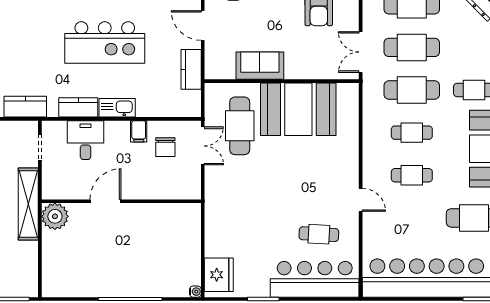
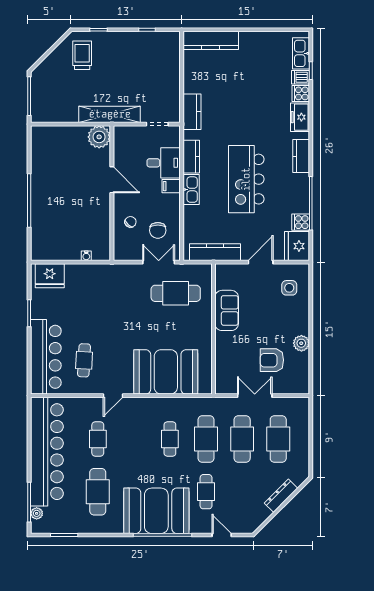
double door: (361, 52) -> (255, 396), moved
kitchen counter: (191, 69) -> (215, 252), width x1.50
booth: (298, 109) -> (166, 372), moved, turned 90
filing cabinet: (139, 131) -> (171, 186), moved
double door: (203, 146) -> (159, 262), swing flipped
chair: (165, 147) -> (158, 230), turned -90
cafe table: (412, 175) -> (98, 439), moved
chair: (155, 179) -> (130, 222), added
water cooler: (195, 292) -> (86, 256), moved

